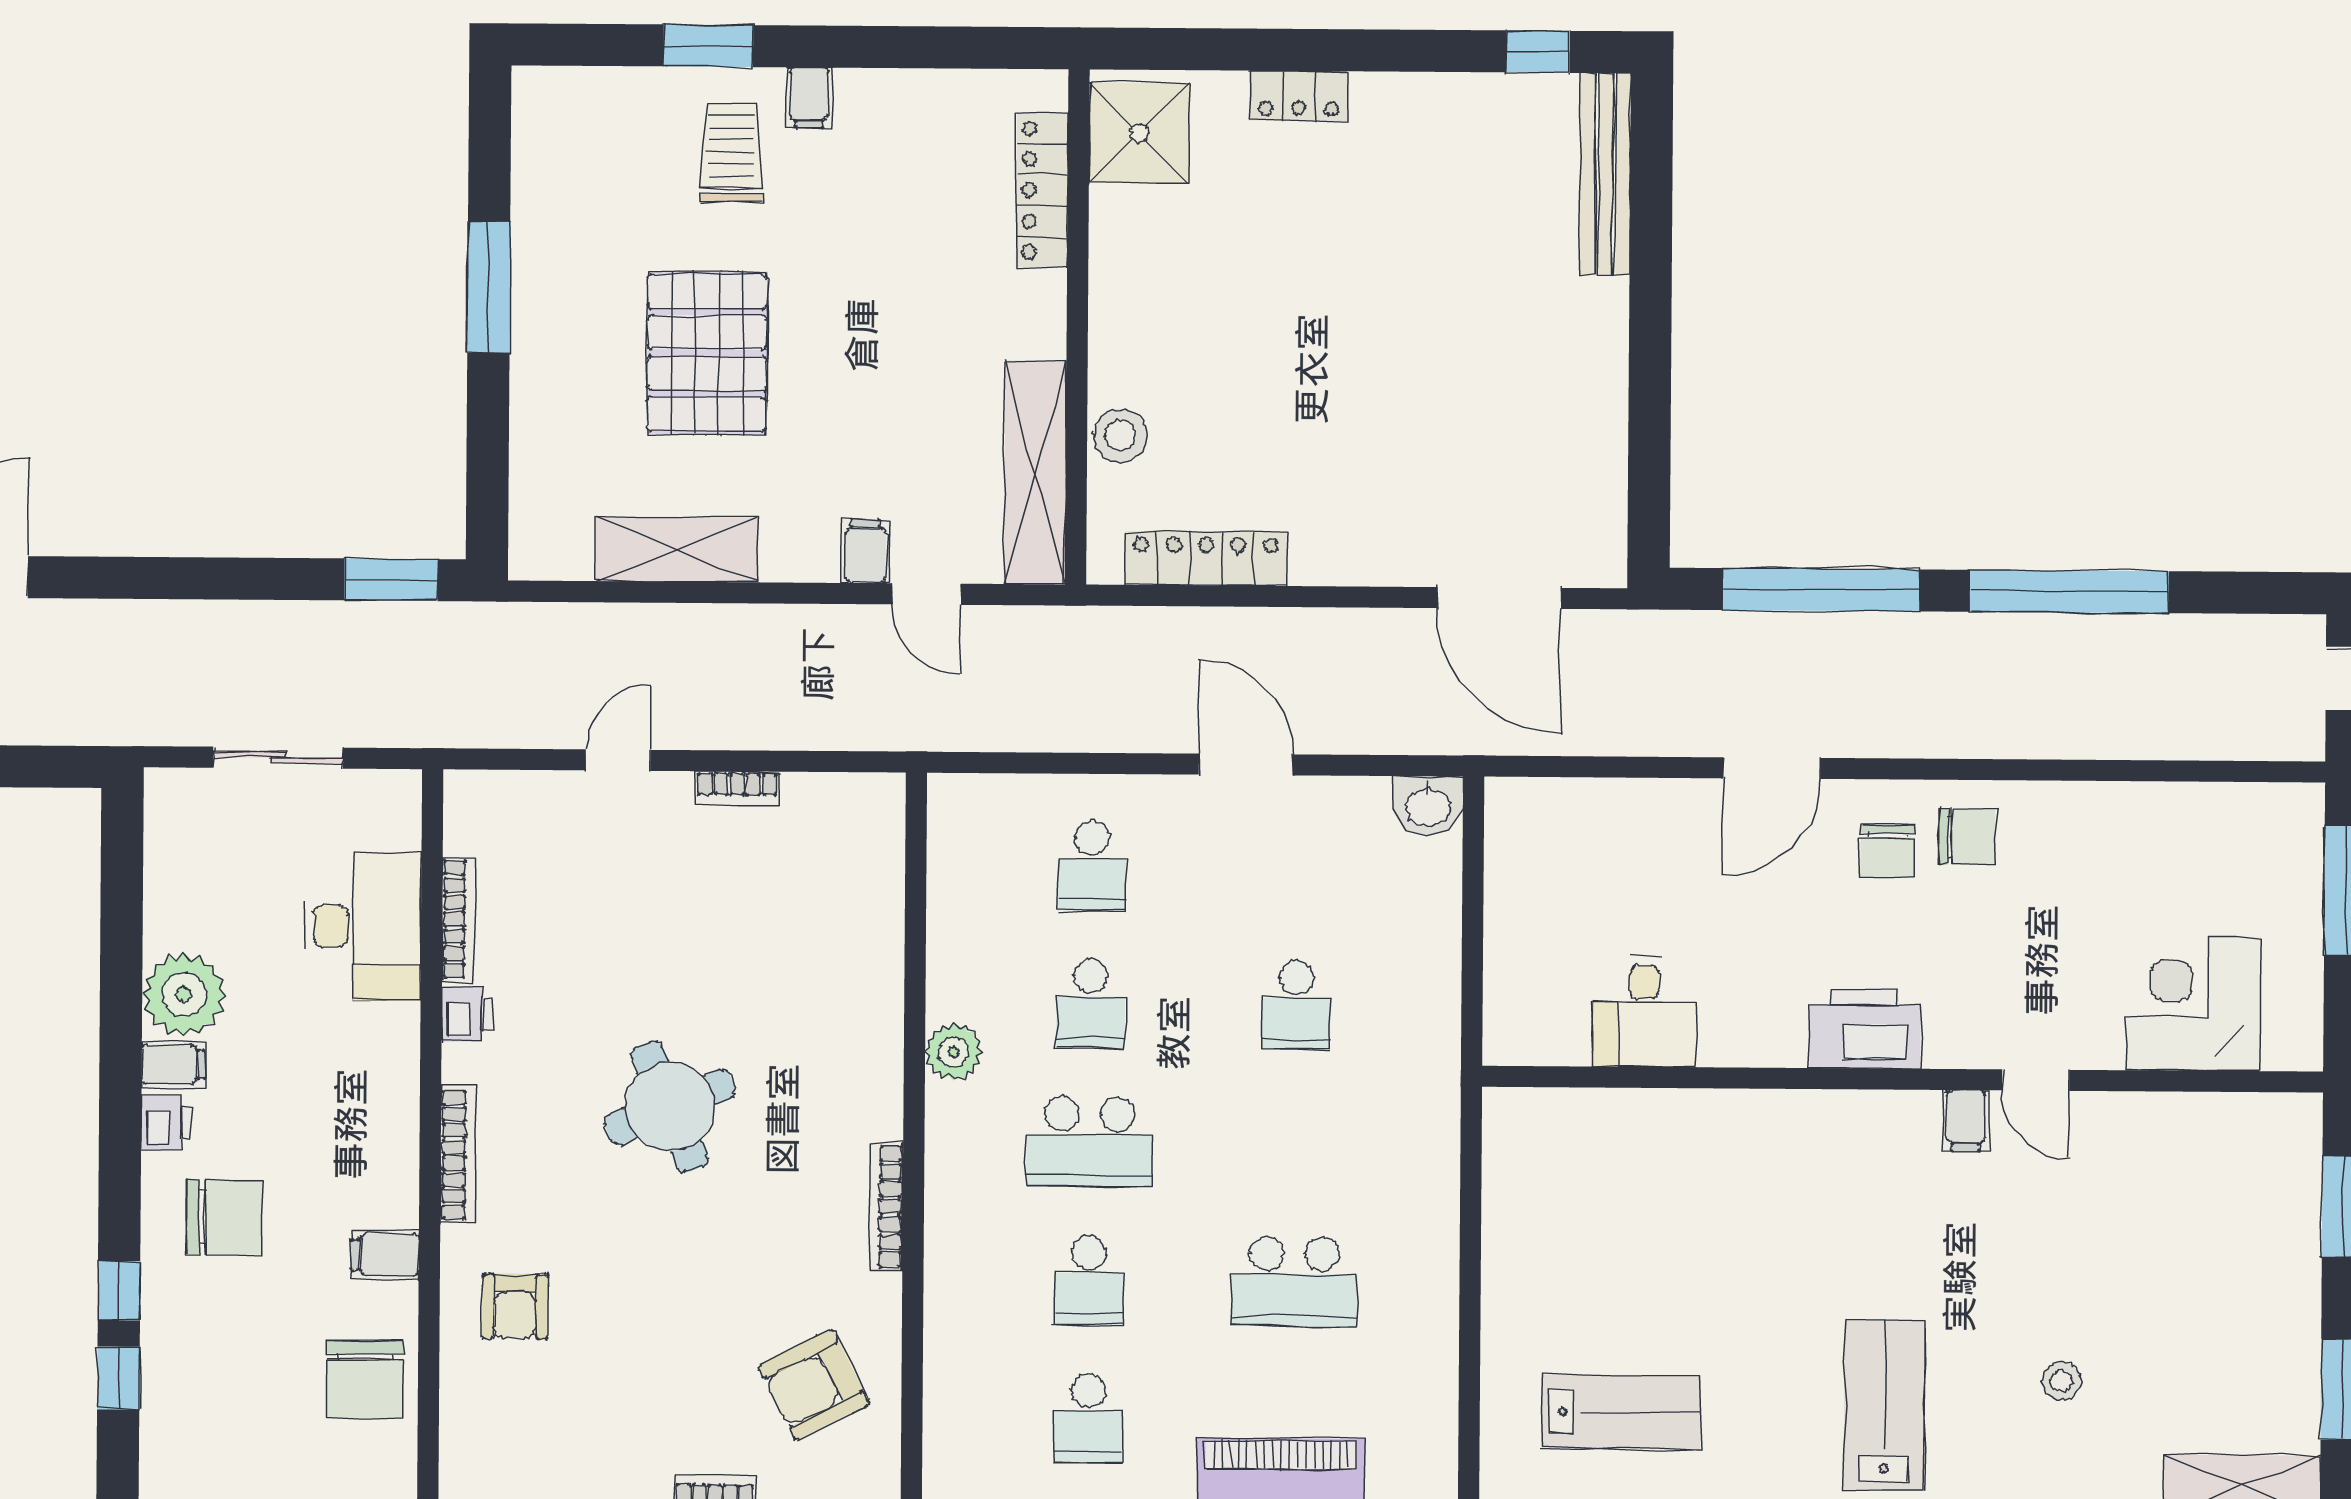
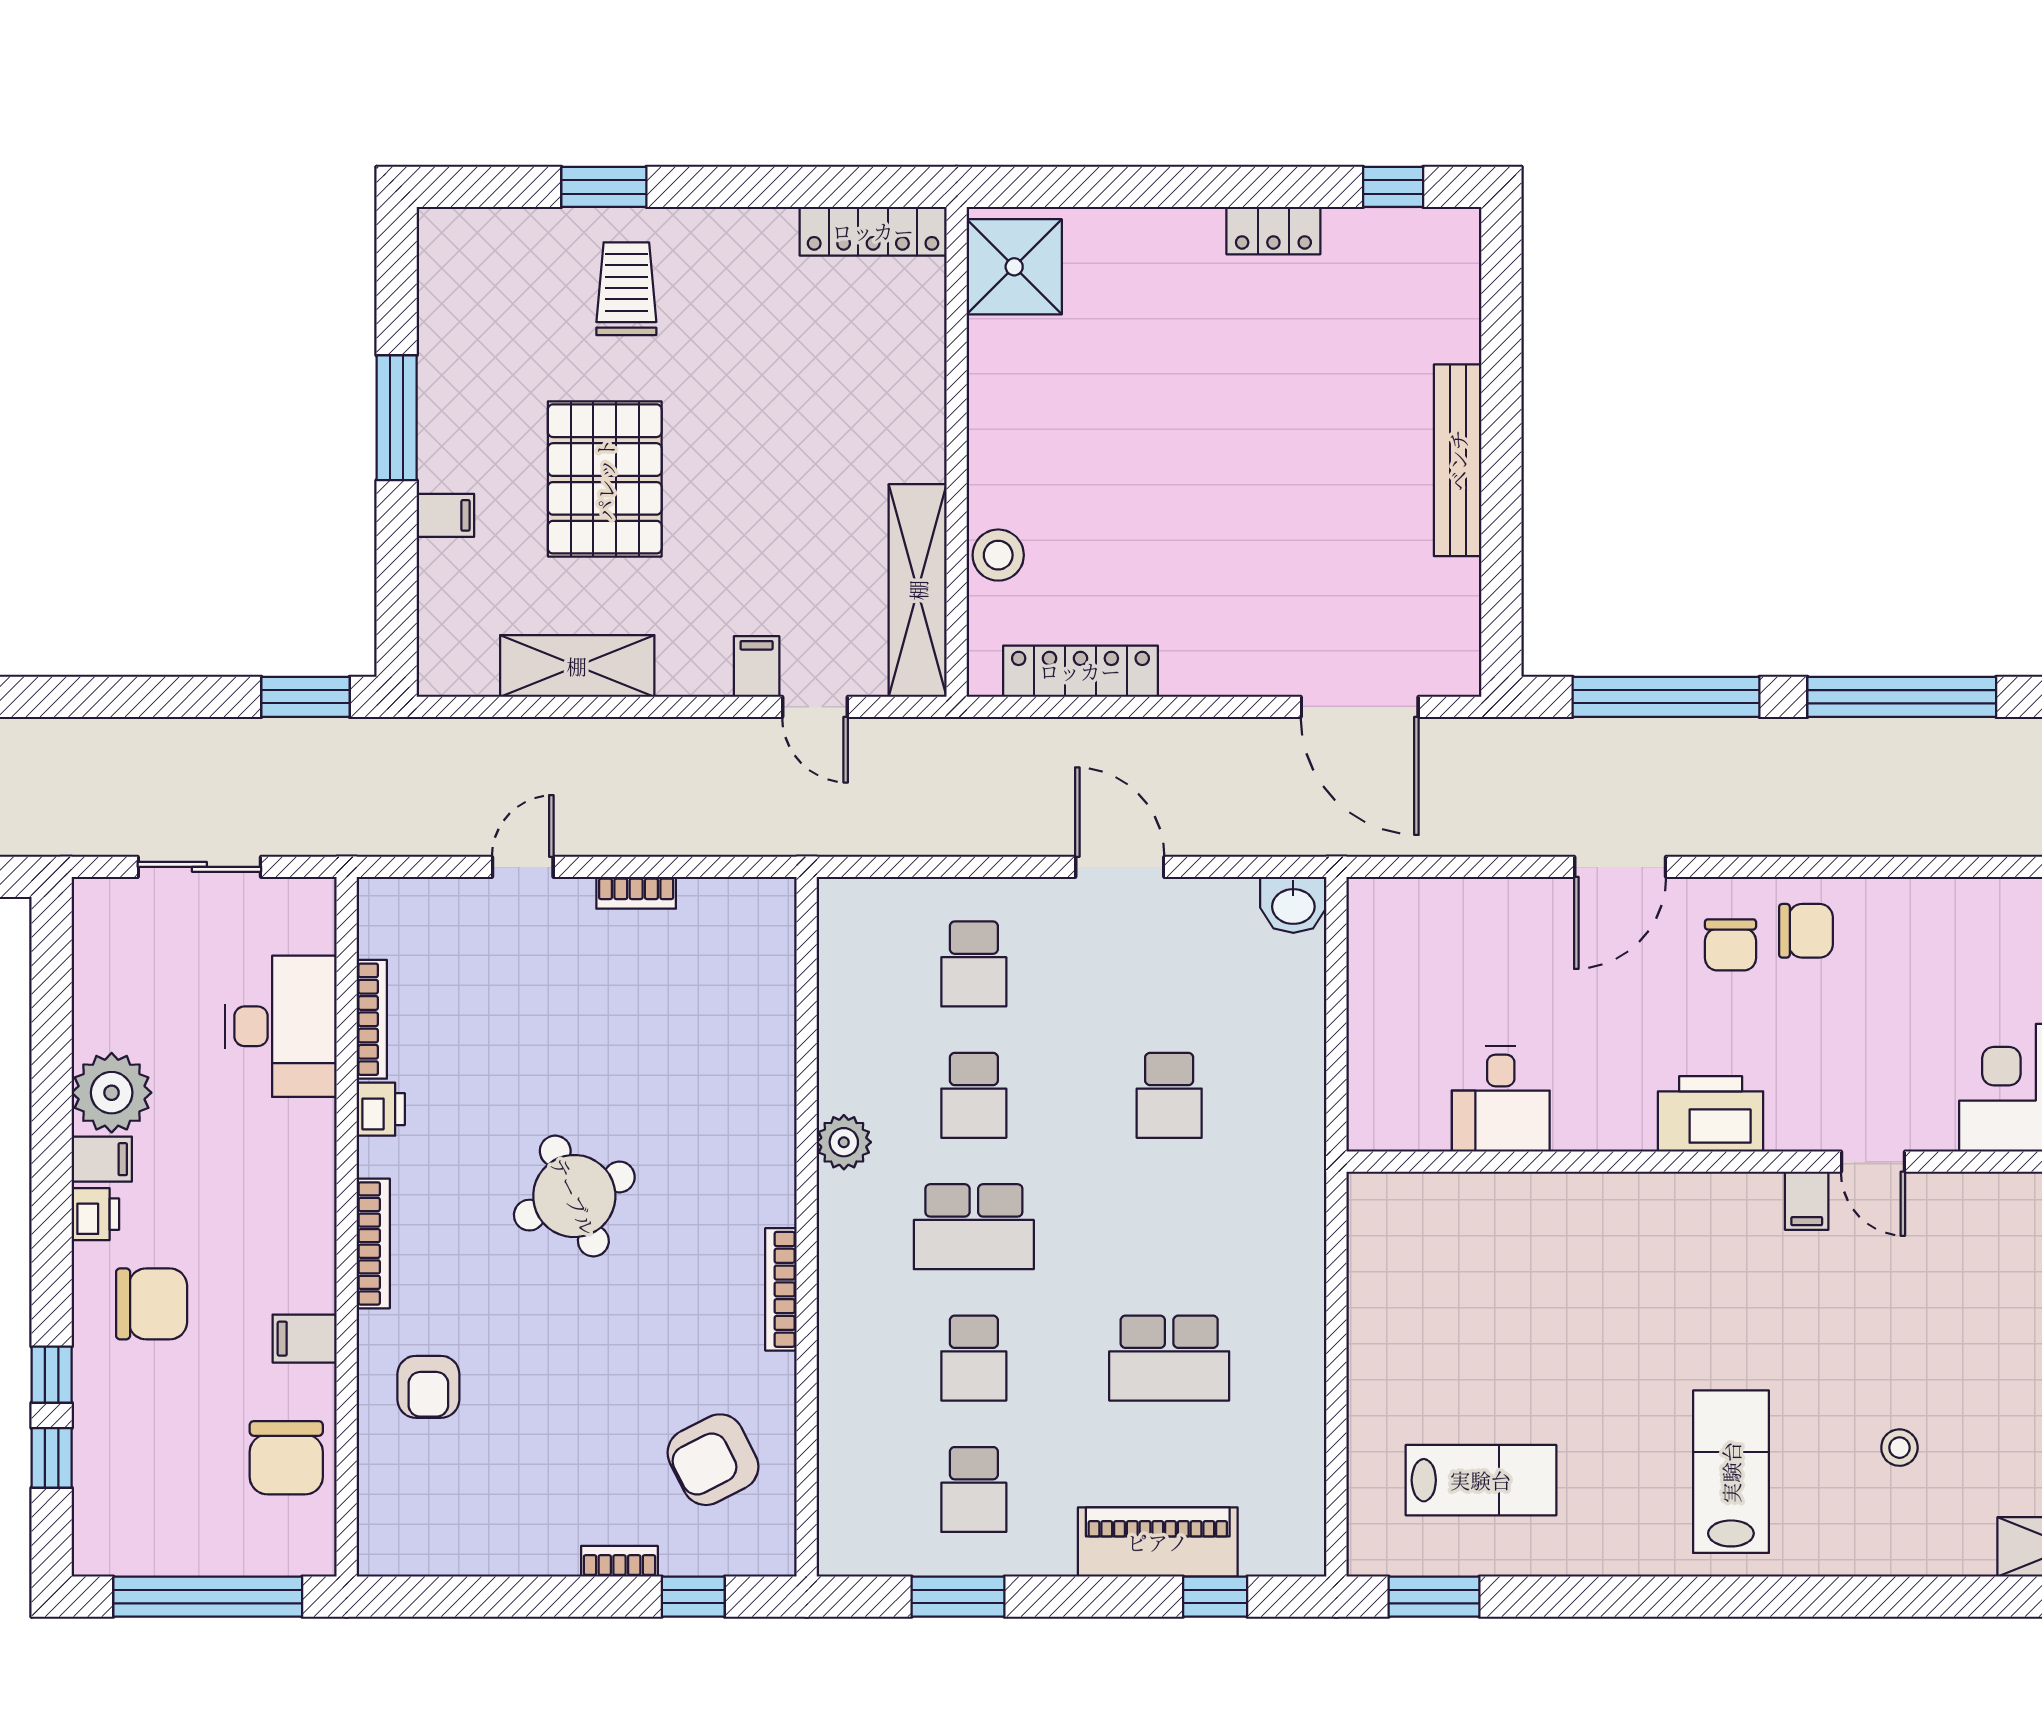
locker: (1299, 96) -> (1273, 231), moved
filing cabinet: (809, 98) -> (445, 515), moved, turned -90
bench: (1605, 174) -> (1458, 460), moved
locker: (1042, 190) -> (873, 231), moved, turned -90

